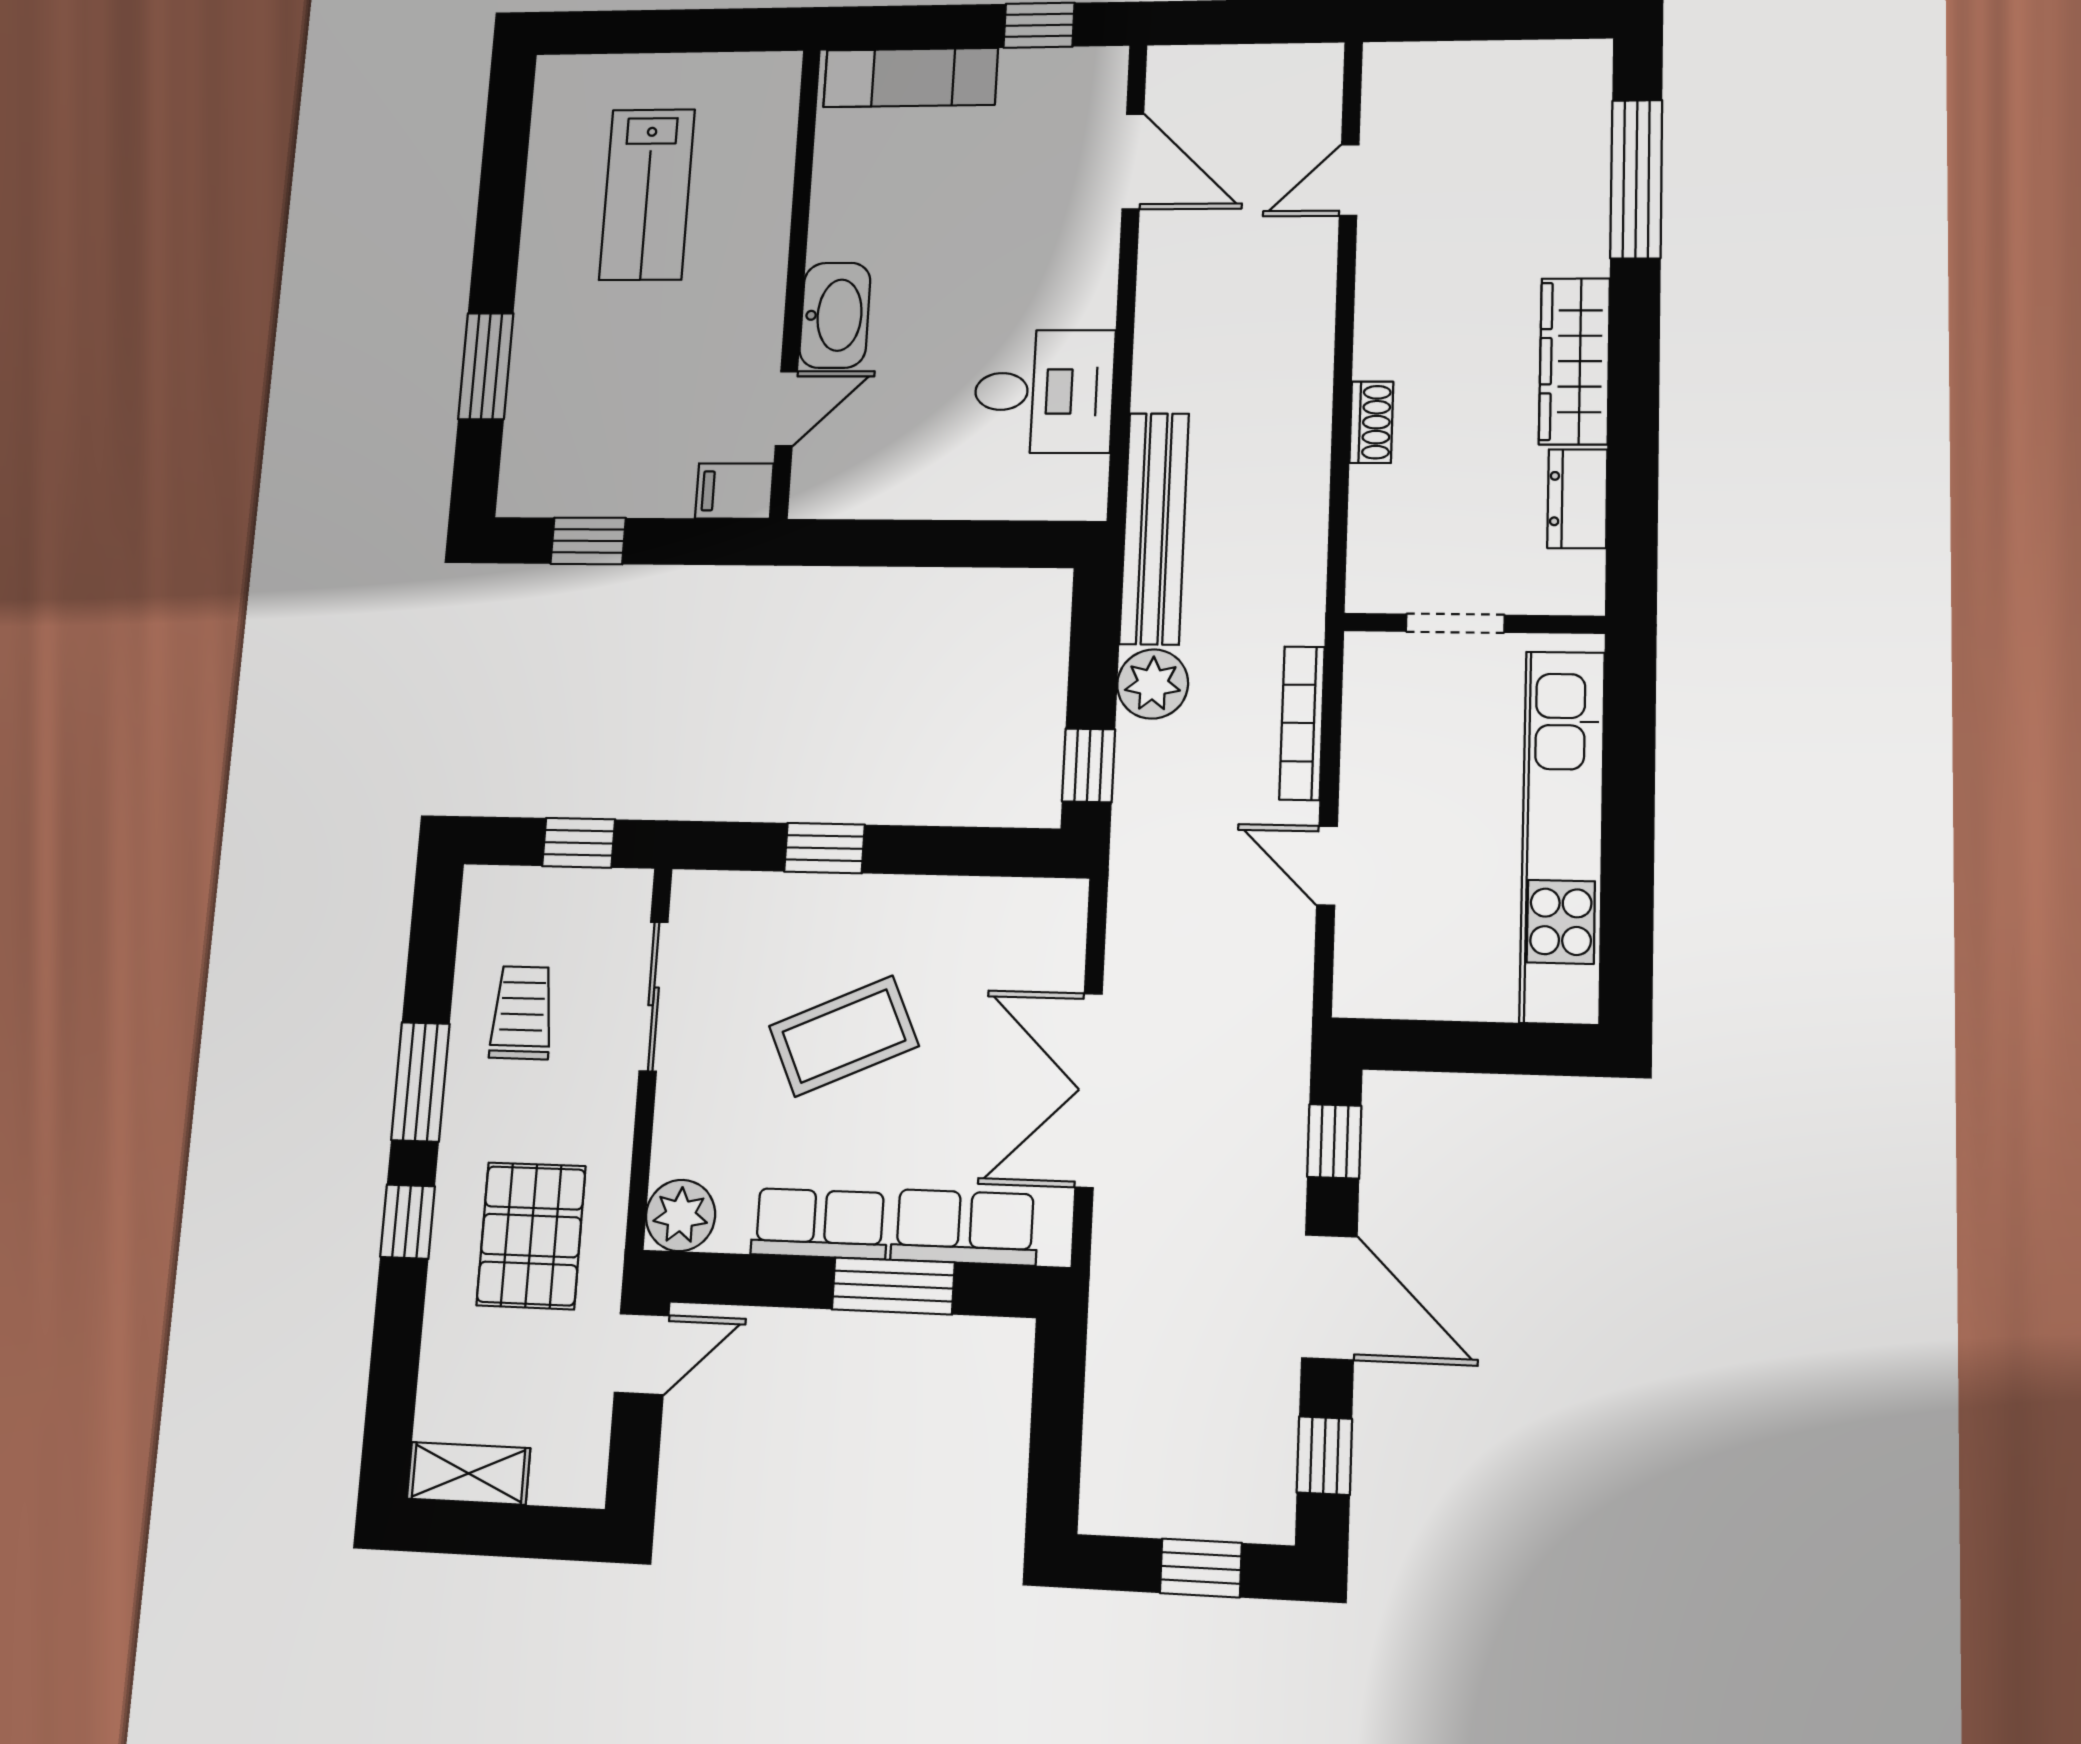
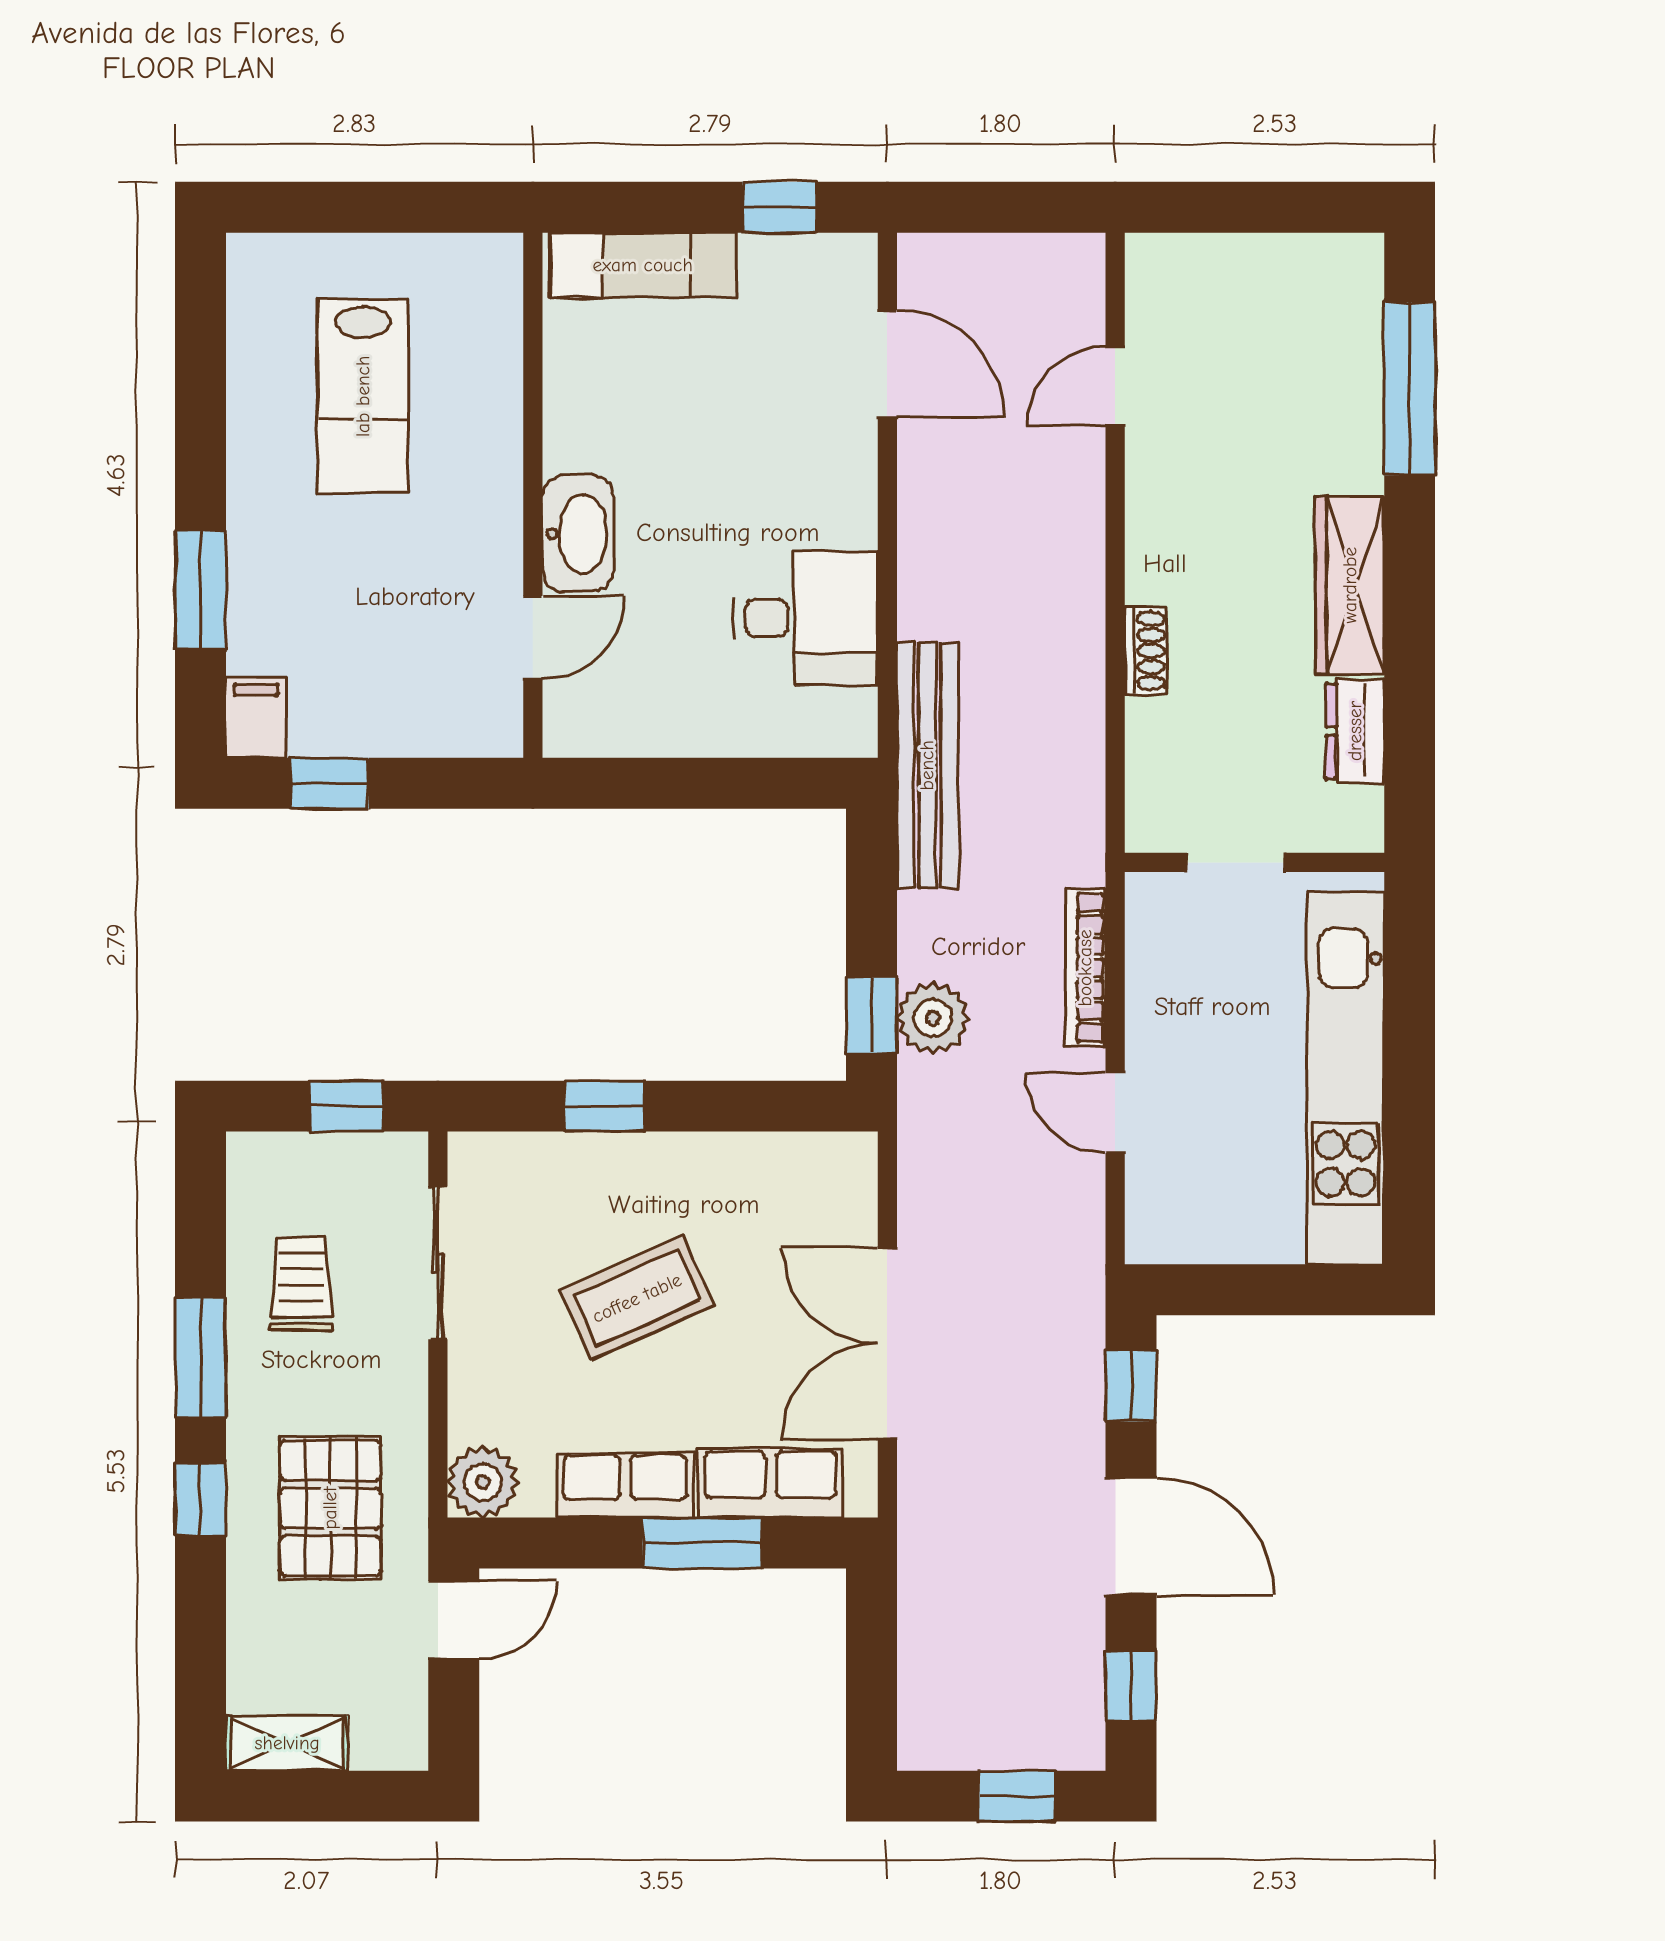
filing cabinet: (734, 491) -> (256, 718), moved, turned 90
plant: (1153, 684) -> (933, 1018), moved

